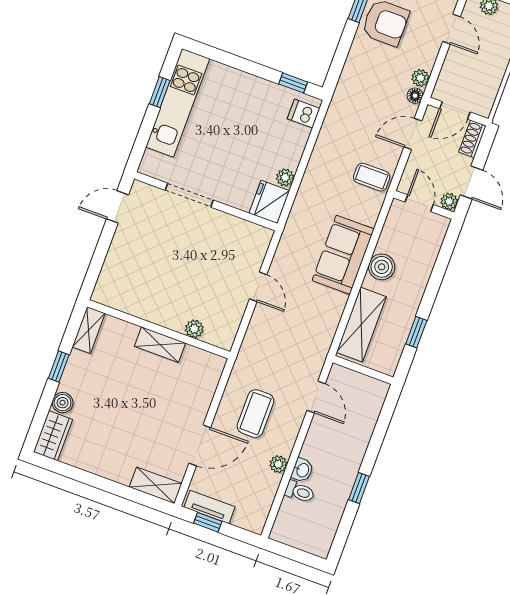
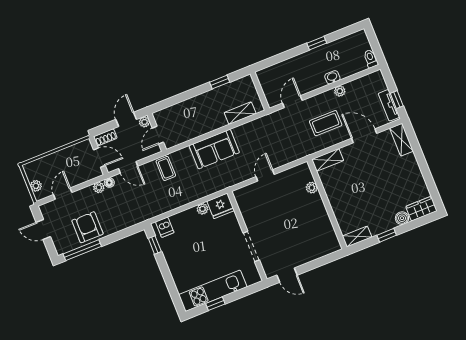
boiler: (382, 267) -> (204, 126), removed
shelving: (361, 325) -> (240, 113), width x0.67, depth x0.75
shelving: (160, 345) -> (328, 160), moved, turned 90
toilet: (300, 492) -> (371, 59), moved

